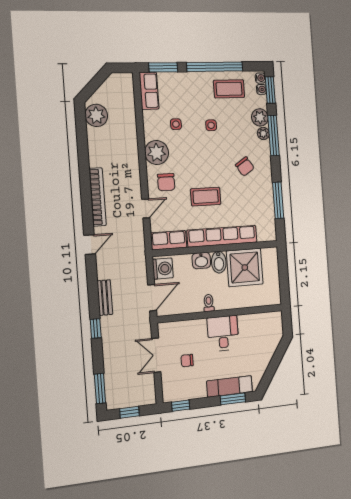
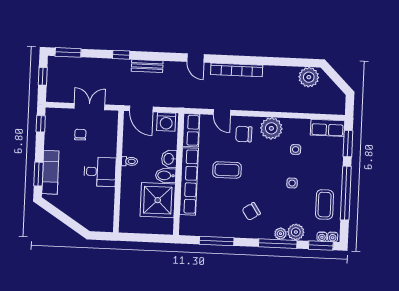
coffee table: (206, 197) -> (227, 170), turned 90

